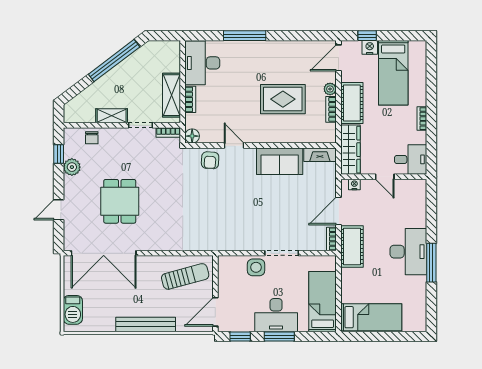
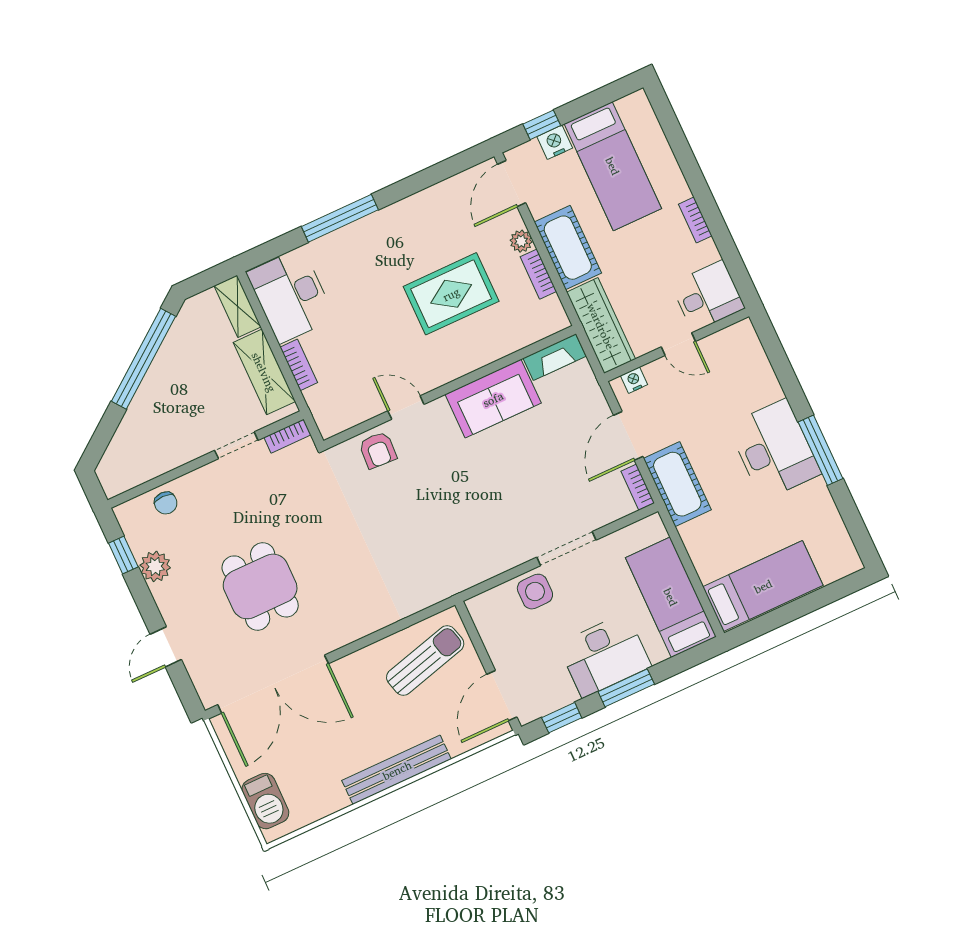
shelving: (112, 116) -> (238, 306), moved, turned 90
floor lamp: (192, 136) -> (330, 424), removed

